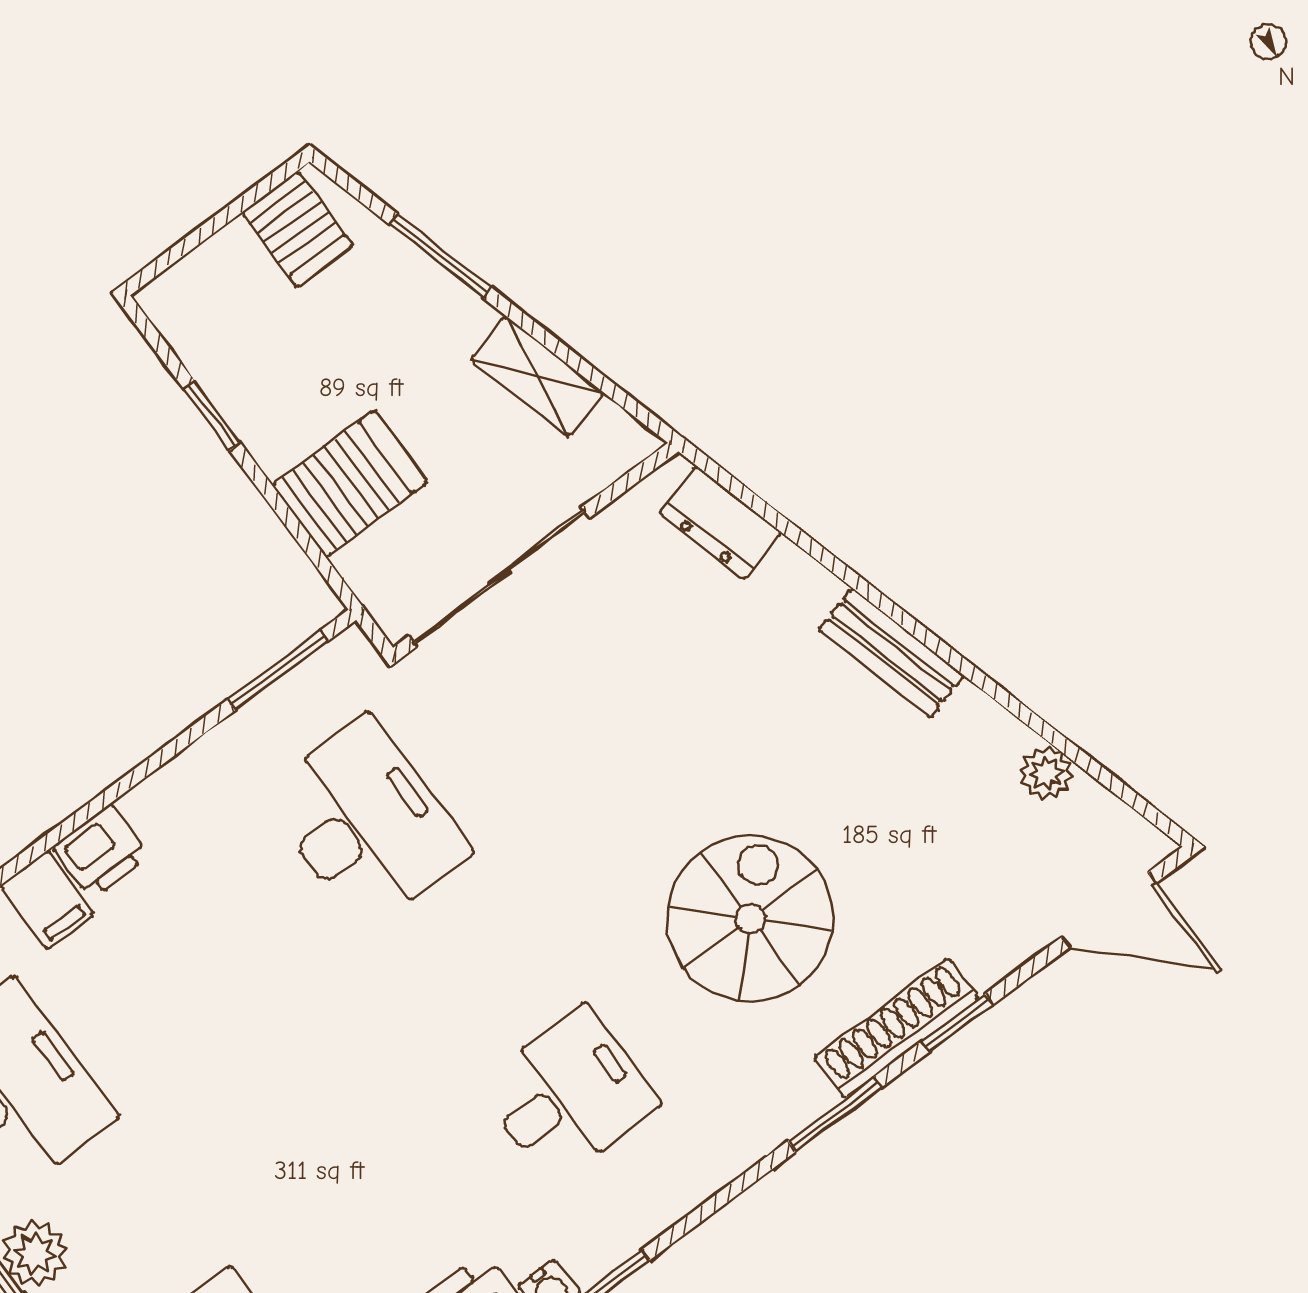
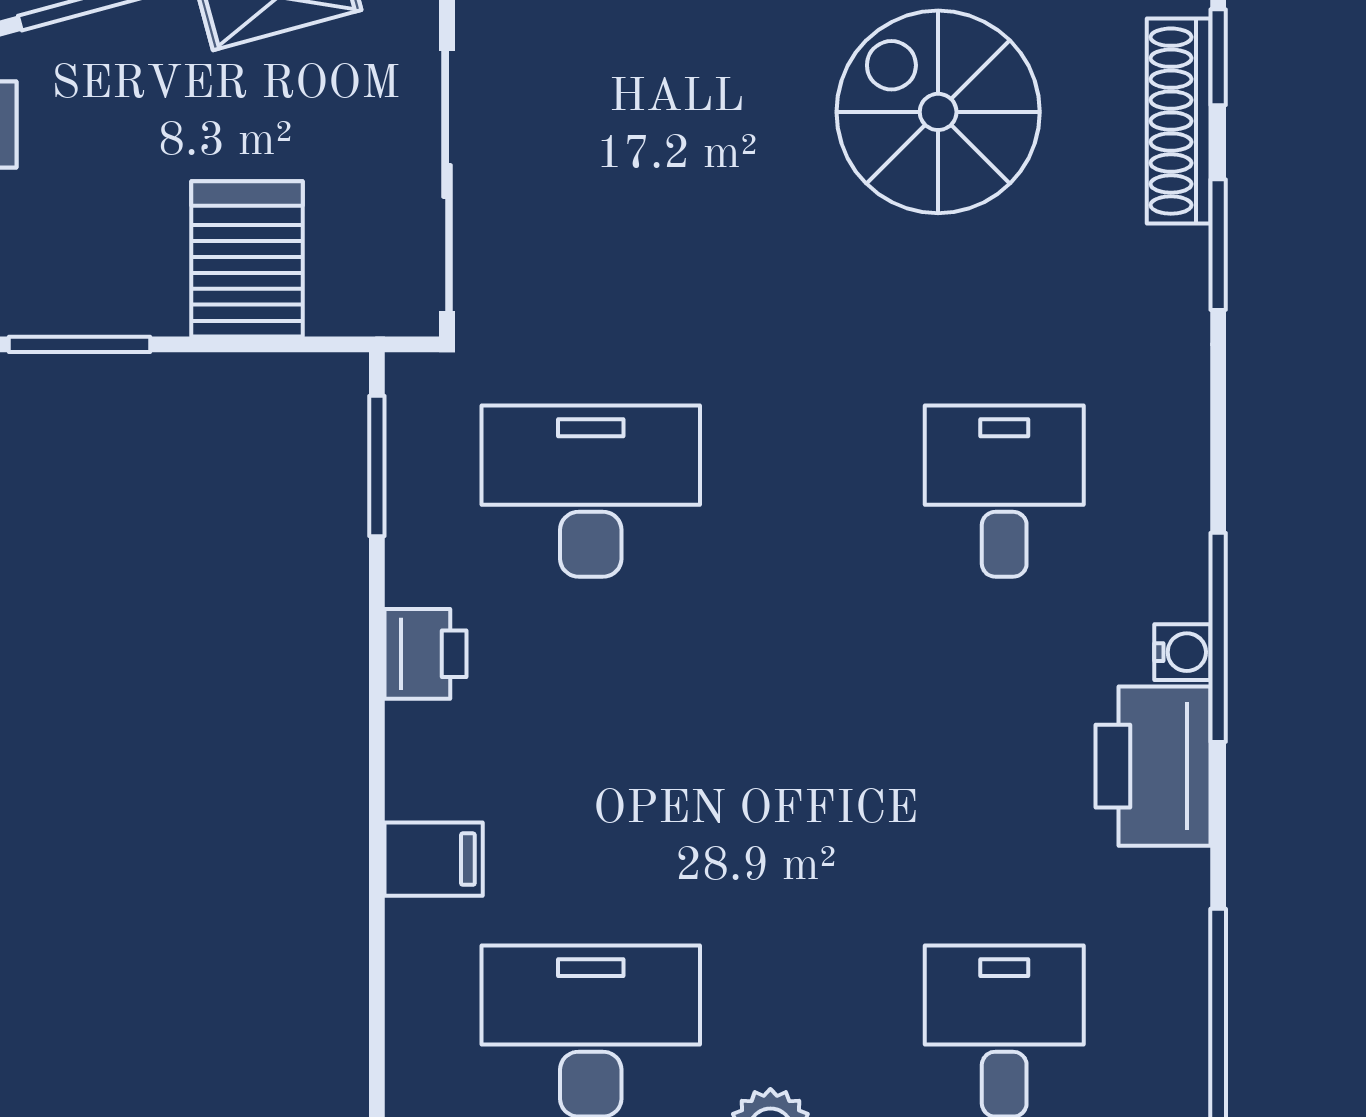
window: (212, 416) -> (80, 344), width x1.50
printer: (101, 852) -> (426, 654), moved
spiral stairs: (750, 919) -> (938, 112), moved

